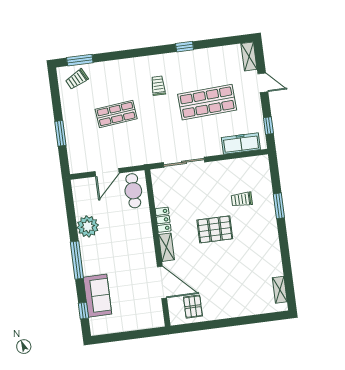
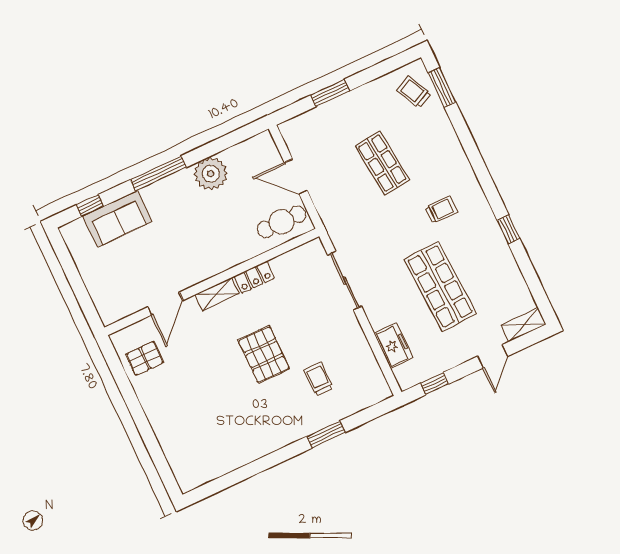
freezer: (241, 143) -> (394, 346), width x0.71
door: (162, 282) -> (165, 304), width x0.73
shelving: (280, 290) -> (208, 473), removed

